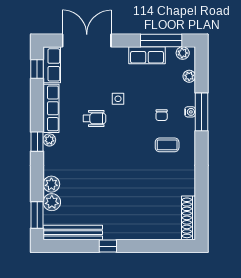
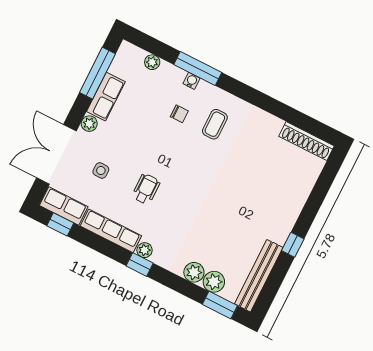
plant: (183, 53) -> (89, 124), moved
side table: (118, 99) -> (101, 171), moved

